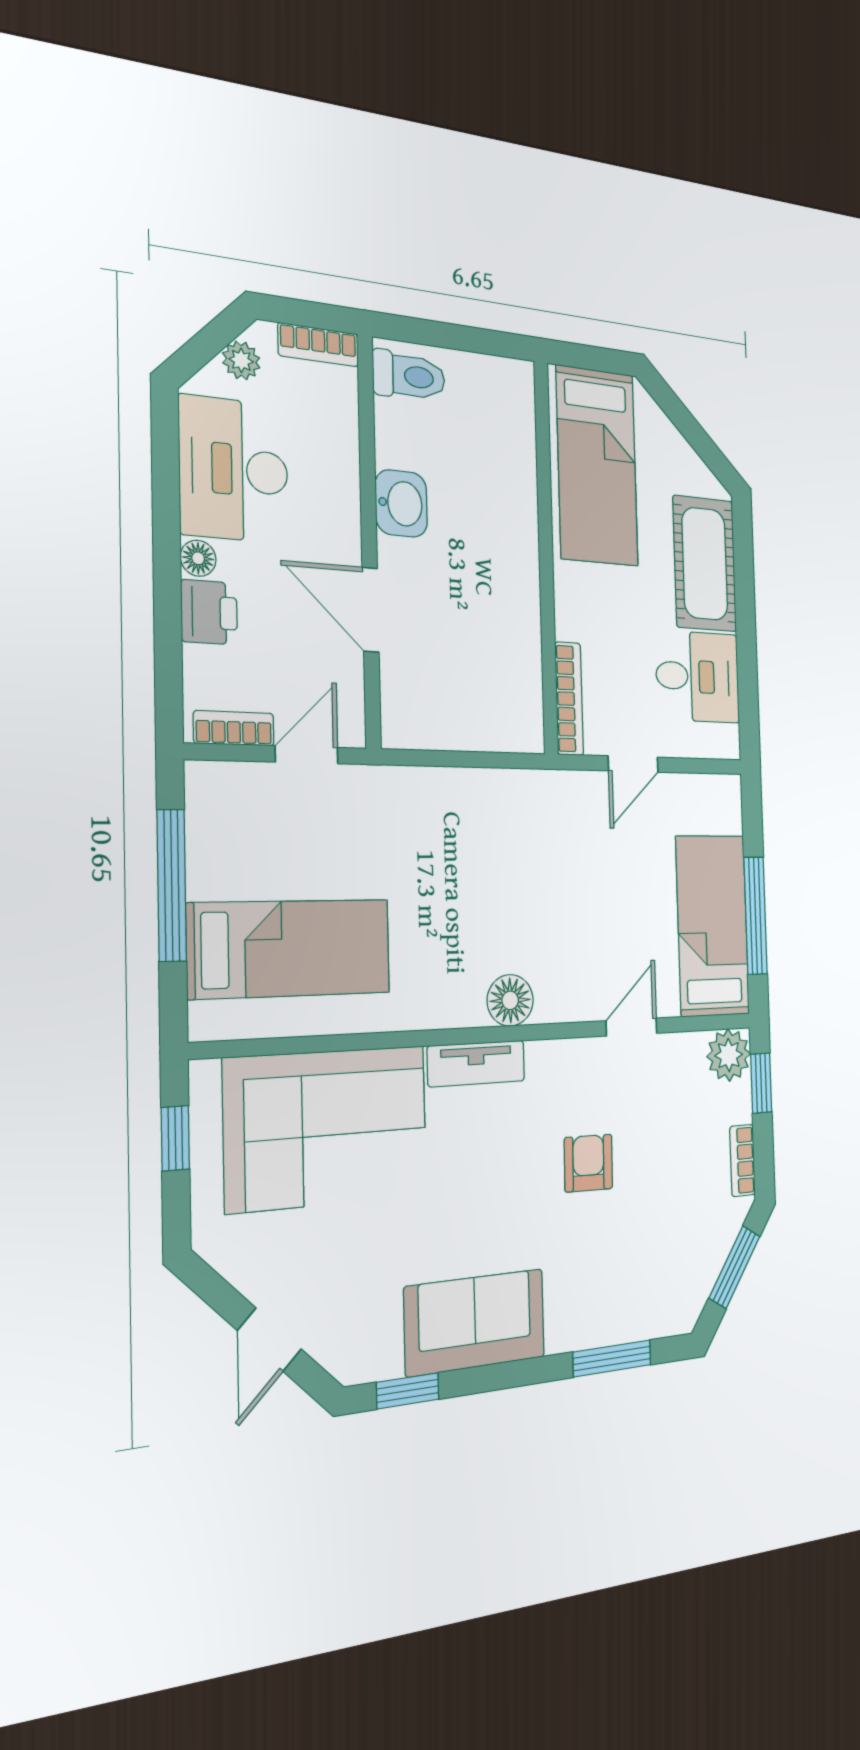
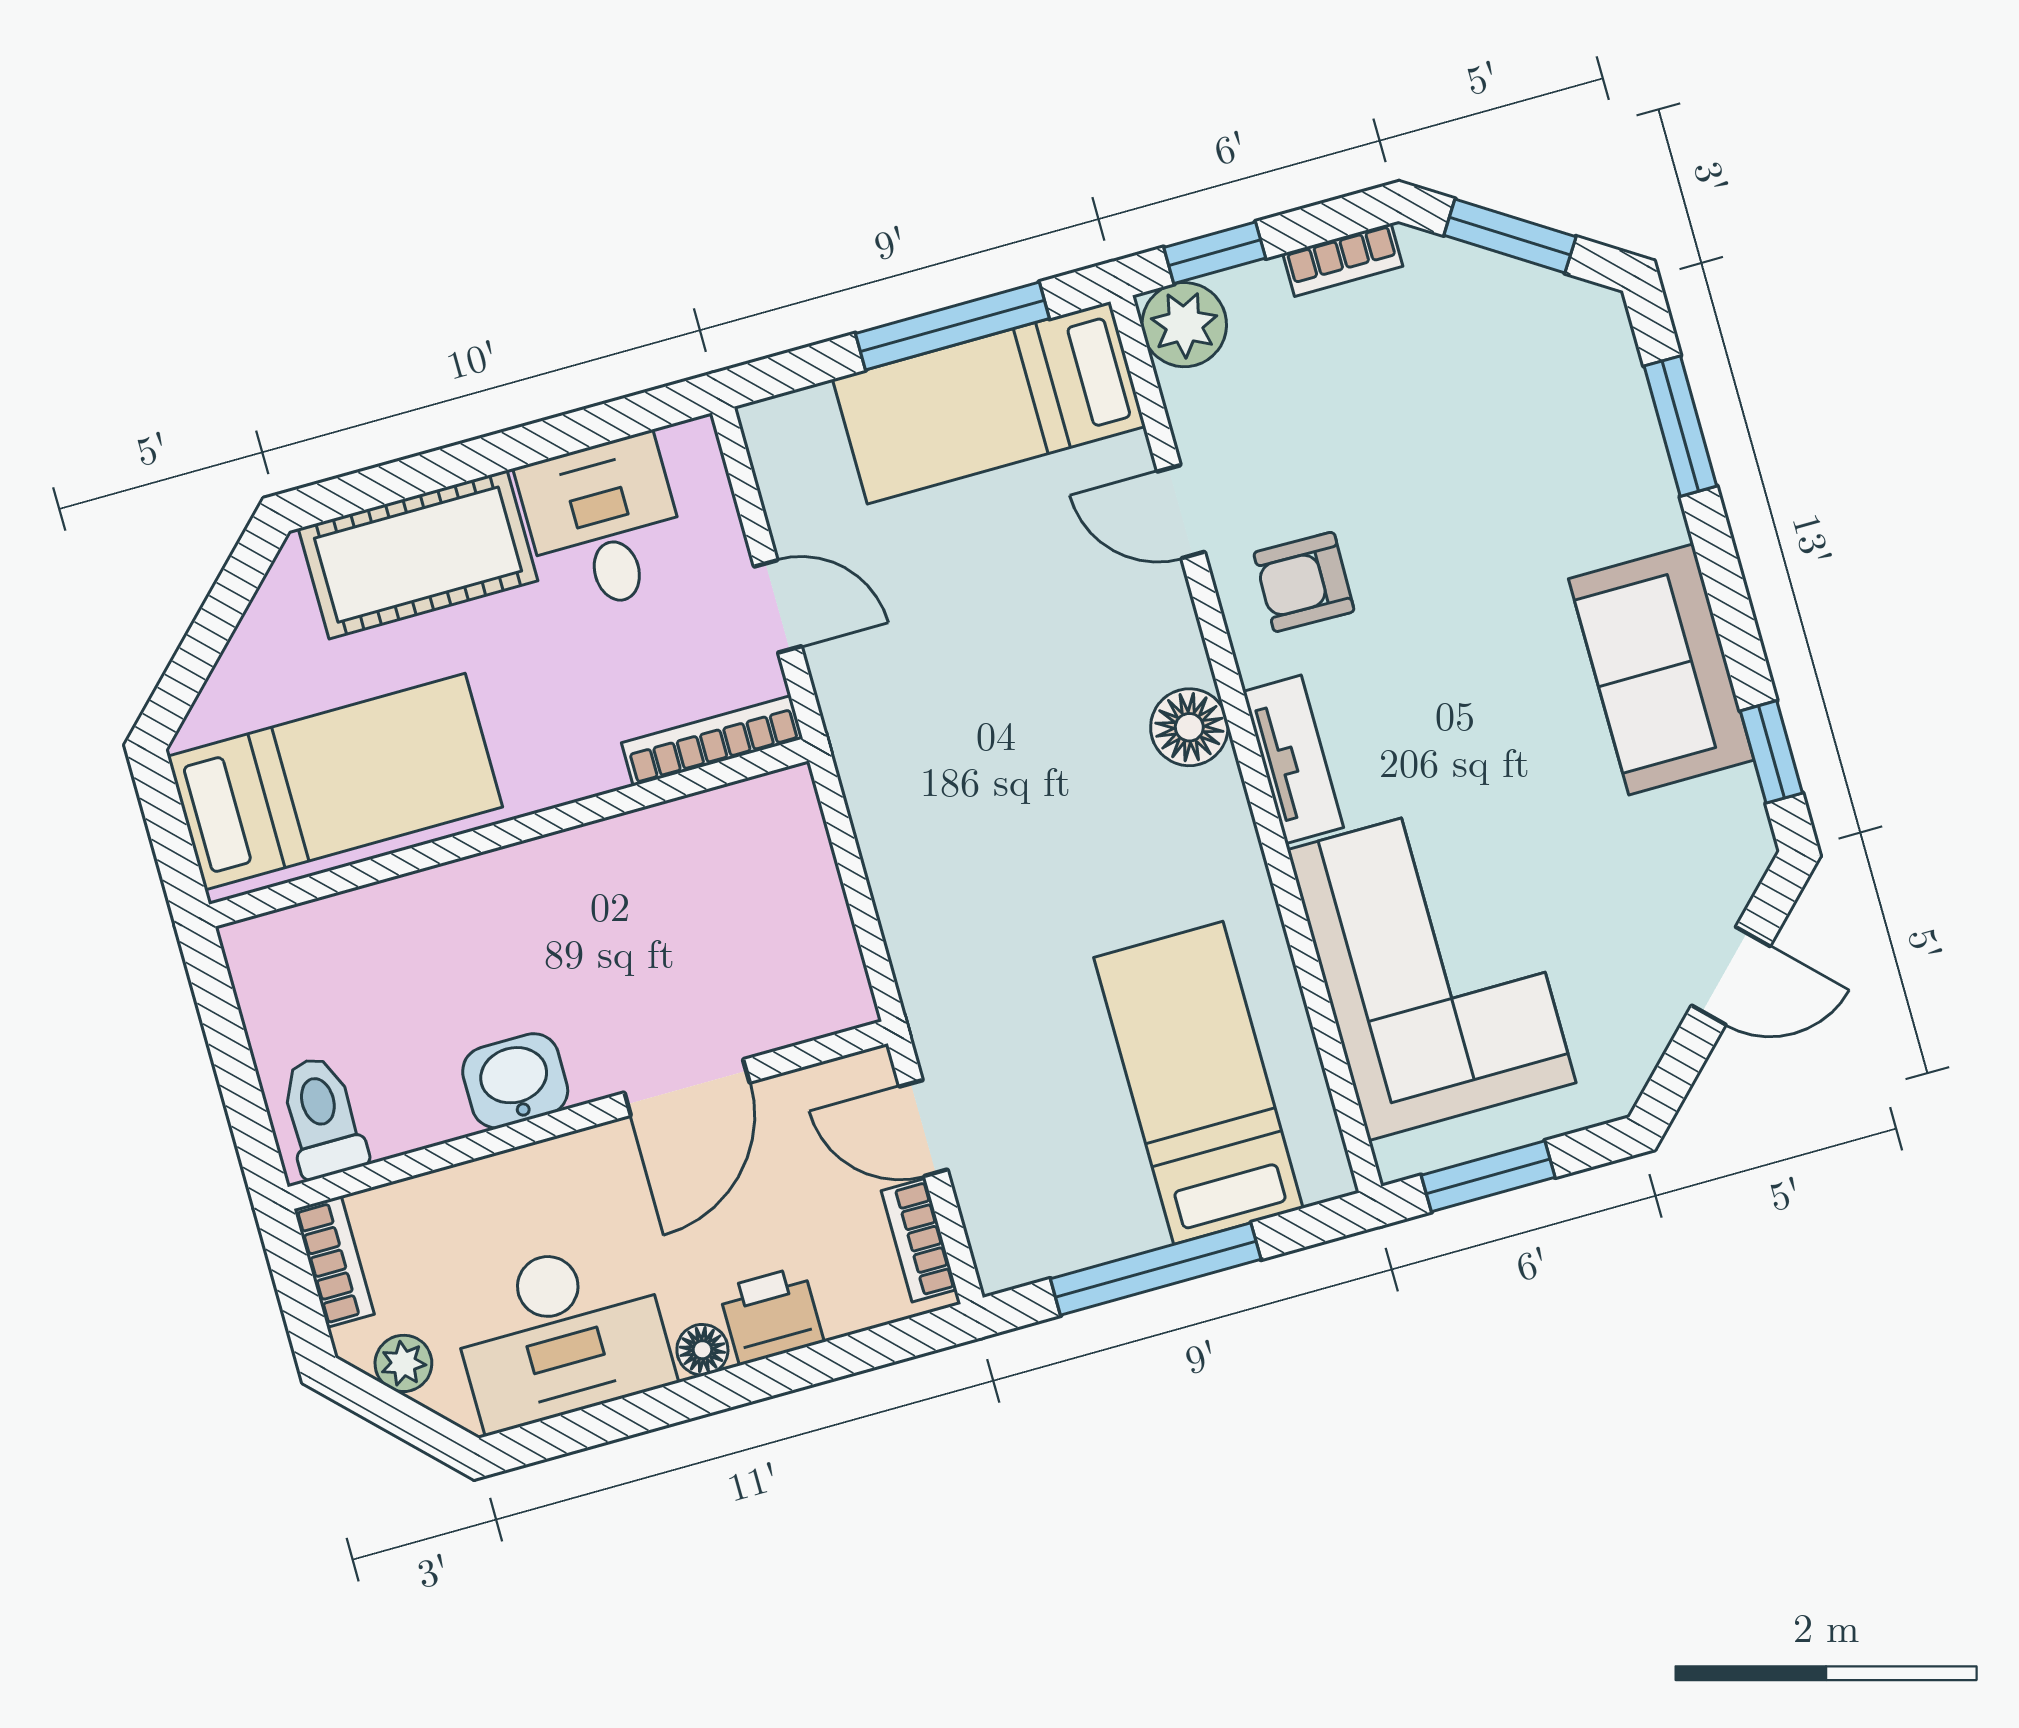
window: (175, 1138) -> (1488, 1176), width x1.50
armchair: (588, 1163) -> (1304, 582), moved

